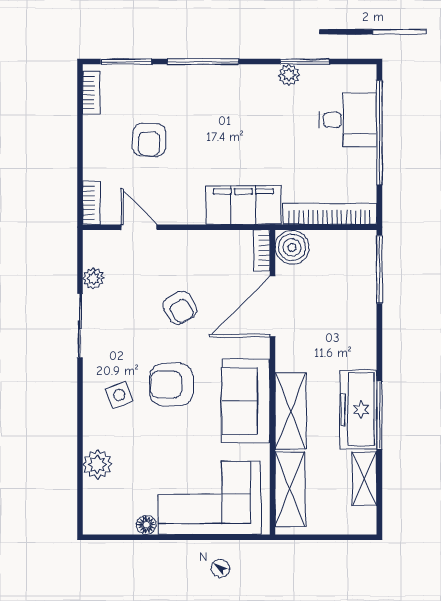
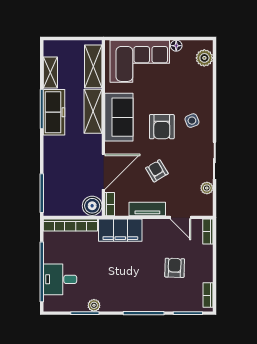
tv unit: (196, 242) -> (147, 209), added
armchair: (171, 385) -> (162, 127), turned 90
plant: (97, 464) -> (204, 58), moved

